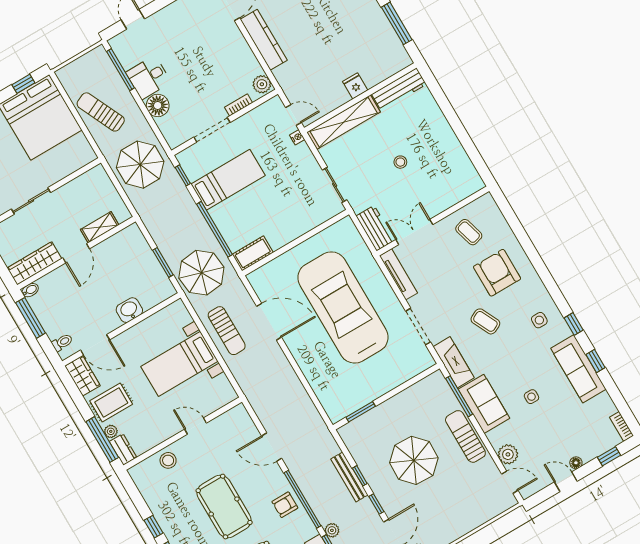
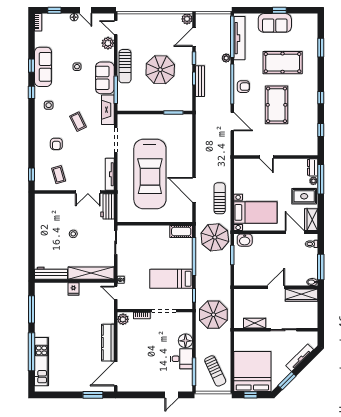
sun lounger: (101, 112) -> (215, 371), moved
window: (507, 210) -> (31, 174), added
shelving: (100, 227) -> (255, 323), moved
armchair: (497, 273) -> (56, 144), width x0.53, depth x0.53
washbasin: (129, 310) -> (245, 240), moved
bed with nightstands: (179, 364) -> (255, 212), moved
stool: (168, 460) -> (292, 147), removed
window: (154, 527) -> (321, 130), moved

